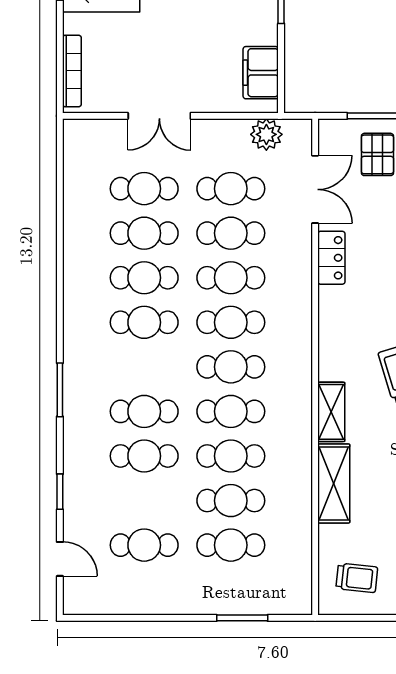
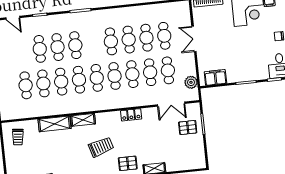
locker: (331, 258) -> (131, 115), moved
cafe table: (144, 545) -> (40, 49), moved
door: (60, 559) -> (13, 18), hinge flipped

